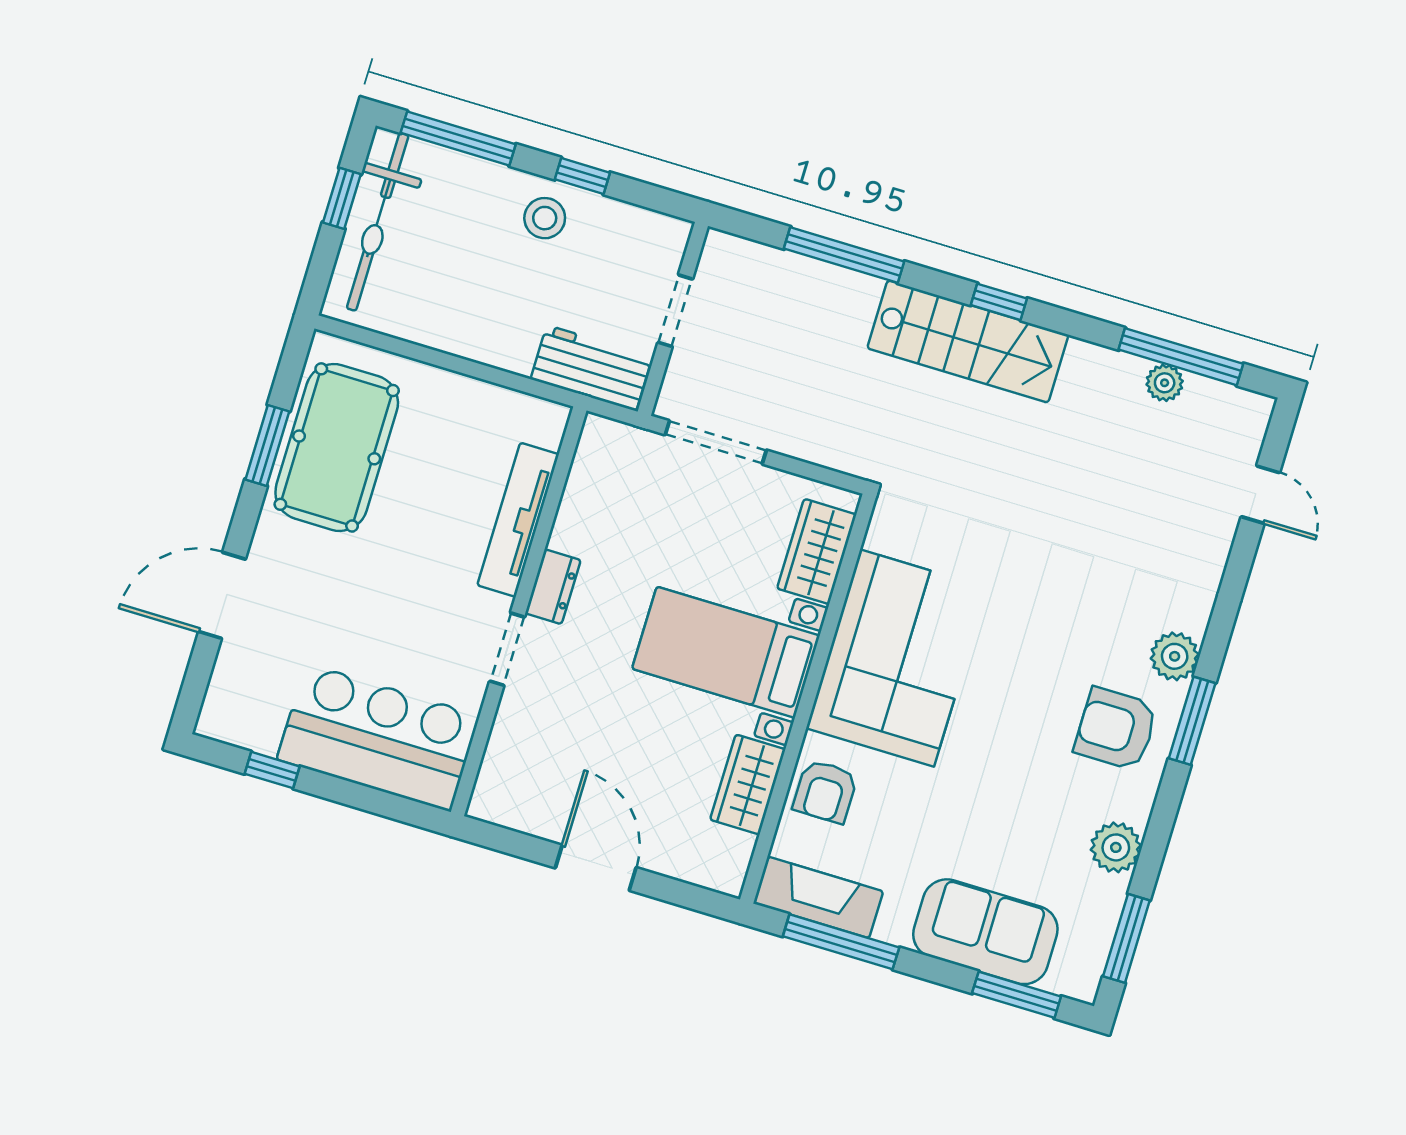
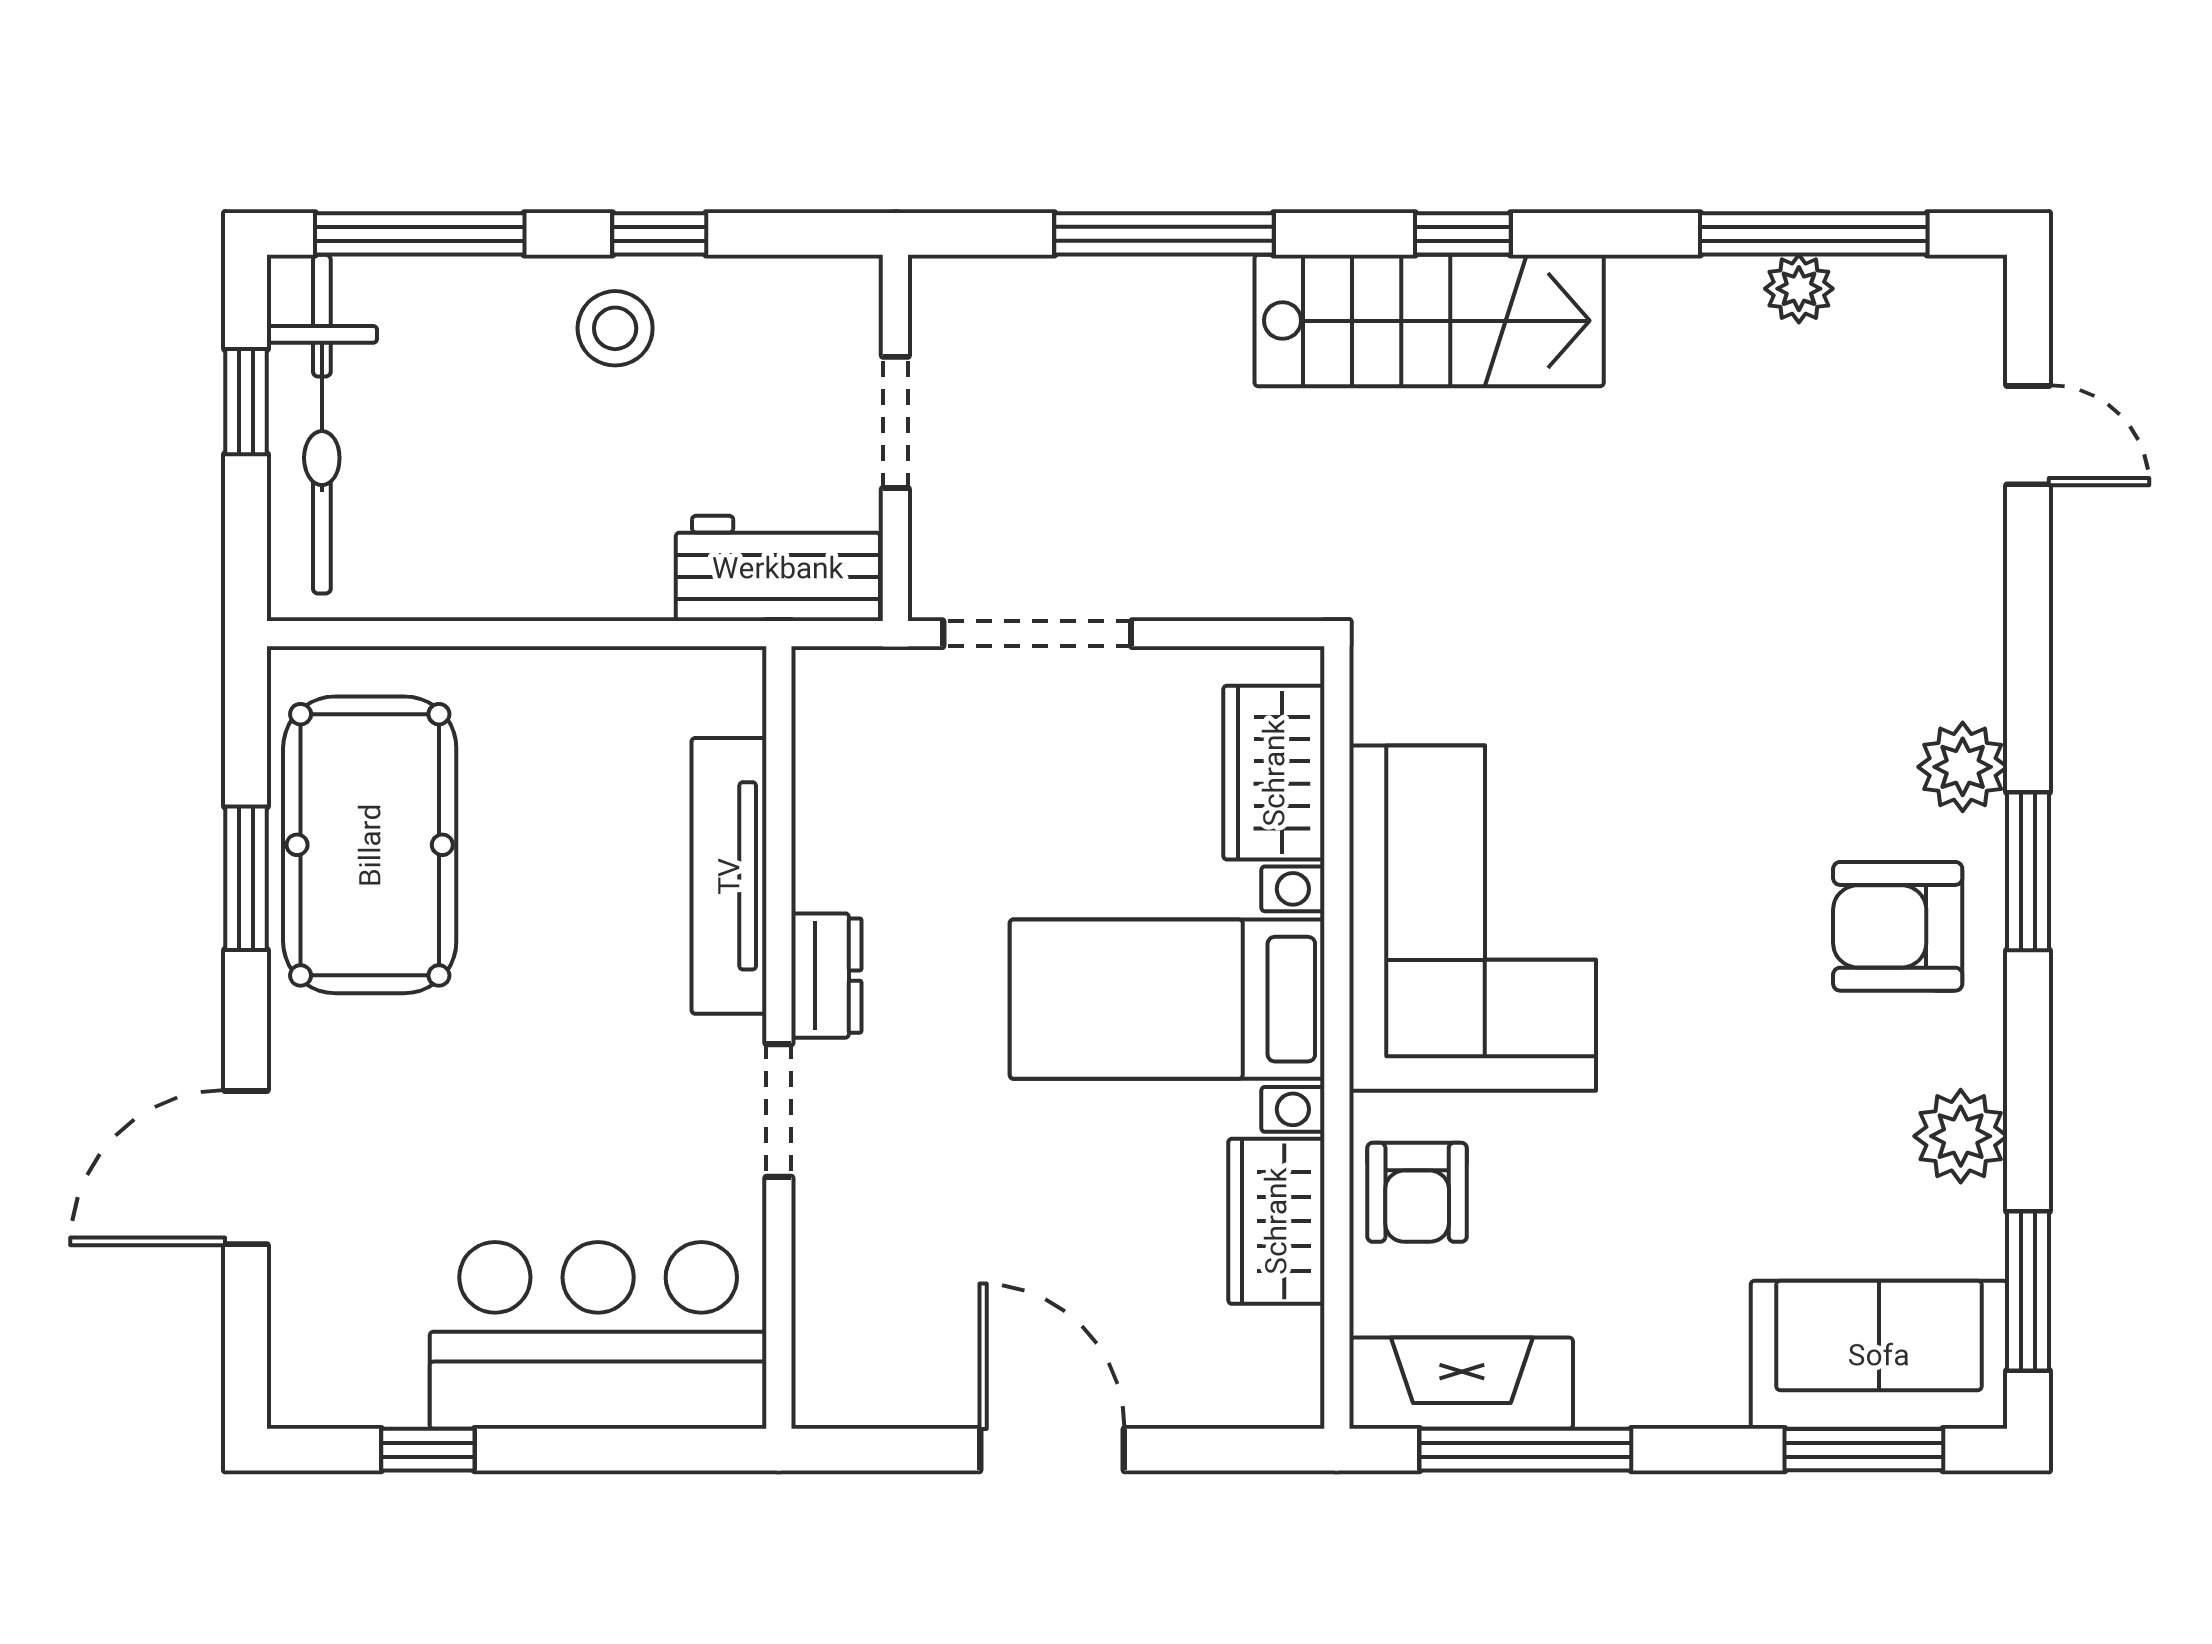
sofa: (985, 932) -> (1879, 1355), moved

